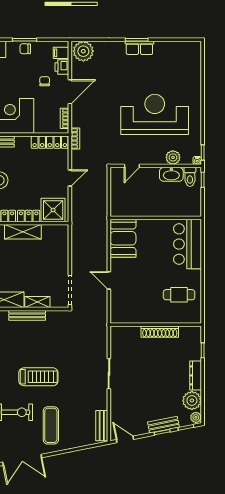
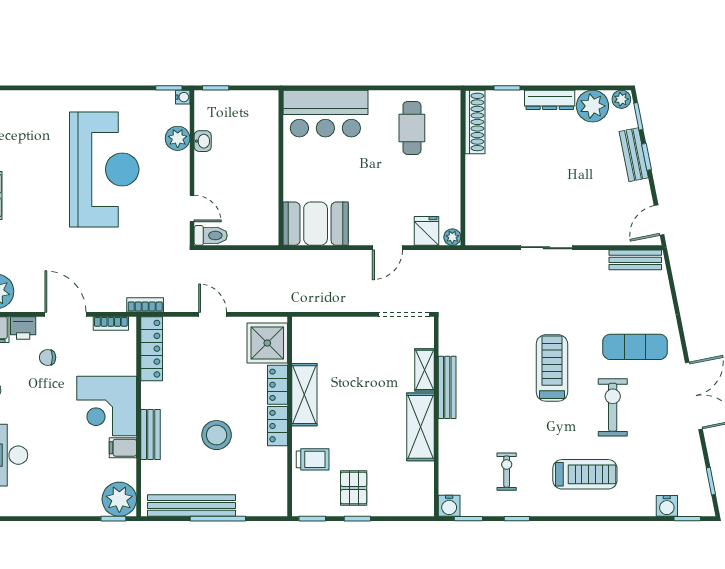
reception desk: (155, 114) -> (104, 169), turned 180
washbasin: (171, 174) -> (203, 141), width x0.52, depth x0.69
toilet: (190, 177) -> (211, 235), moved
fridge: (119, 303) -> (427, 231), added
plant: (115, 318) -> (452, 237), added
shoe rack: (160, 332) -> (475, 122), moved

